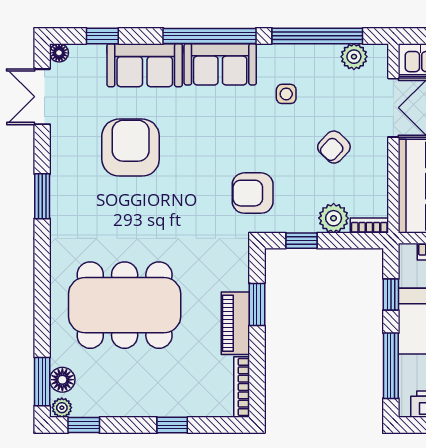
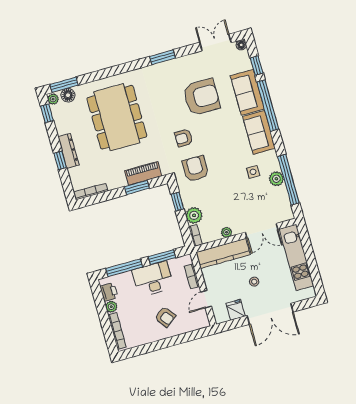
window: (210, 36) -> (268, 106), moved
plant: (354, 57) -> (276, 179), moved
armchair: (334, 147) -> (184, 138), moved, turned -44
plant: (379, 170) -> (227, 232), added
window: (391, 295) -> (162, 257), width x1.50
piano: (235, 323) -> (143, 173), moved
dresser: (160, 406) -> (69, 151), added

